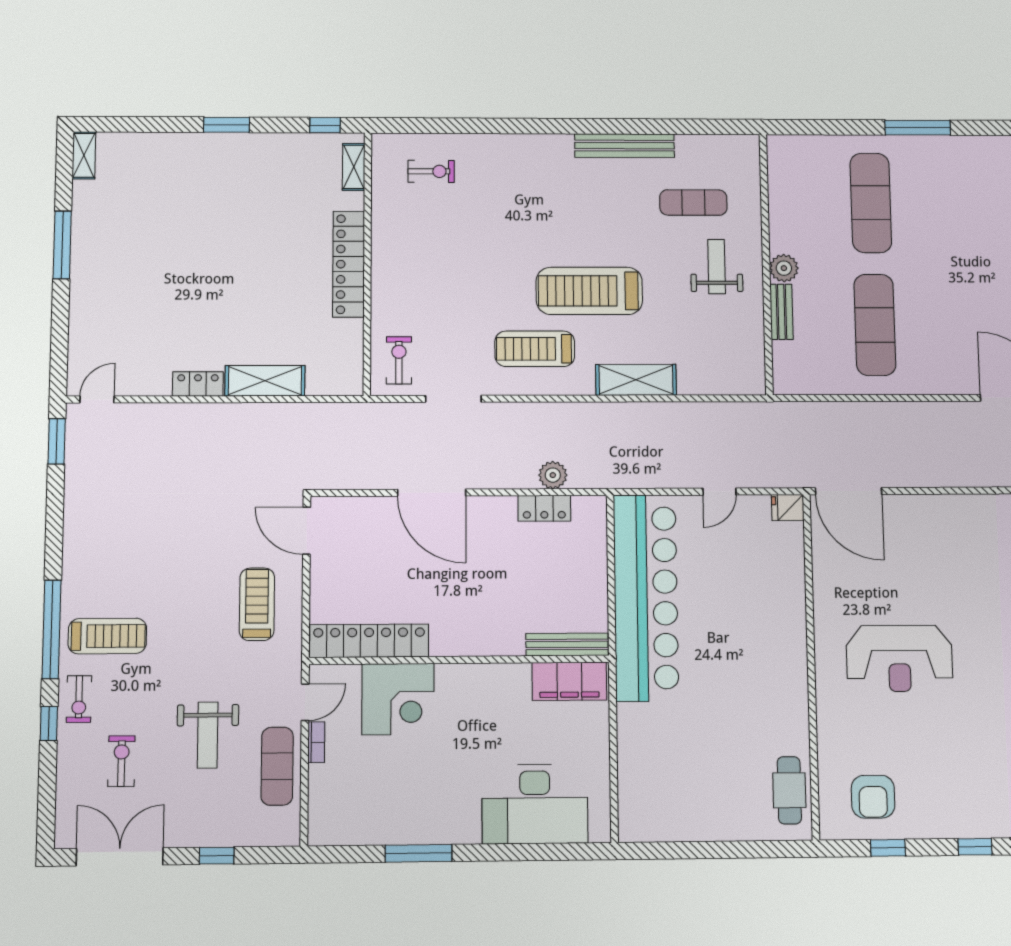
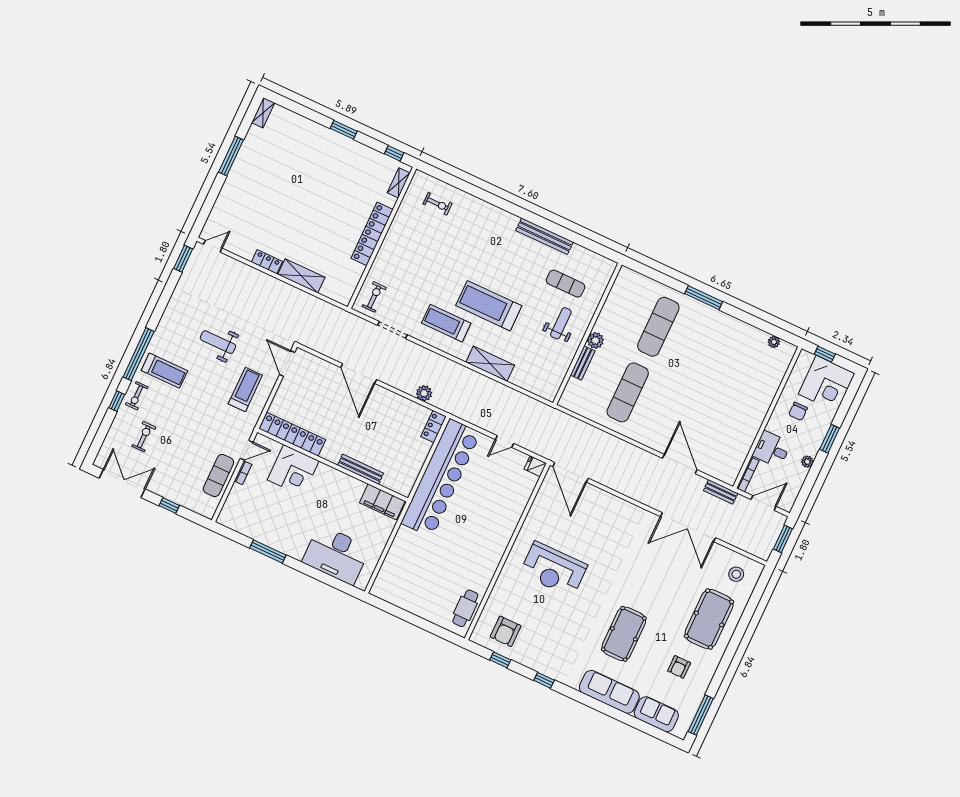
locker: (544, 508) -> (434, 427), moved, turned 90
bench: (567, 644) -> (361, 469), moved
weight bench: (208, 735) -> (218, 342), moved, turned 90

